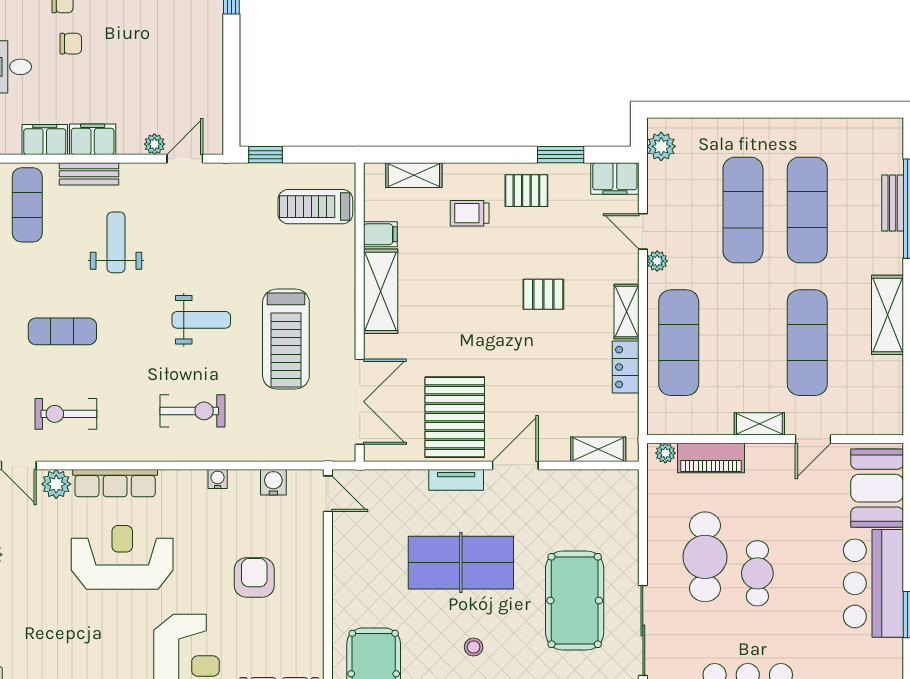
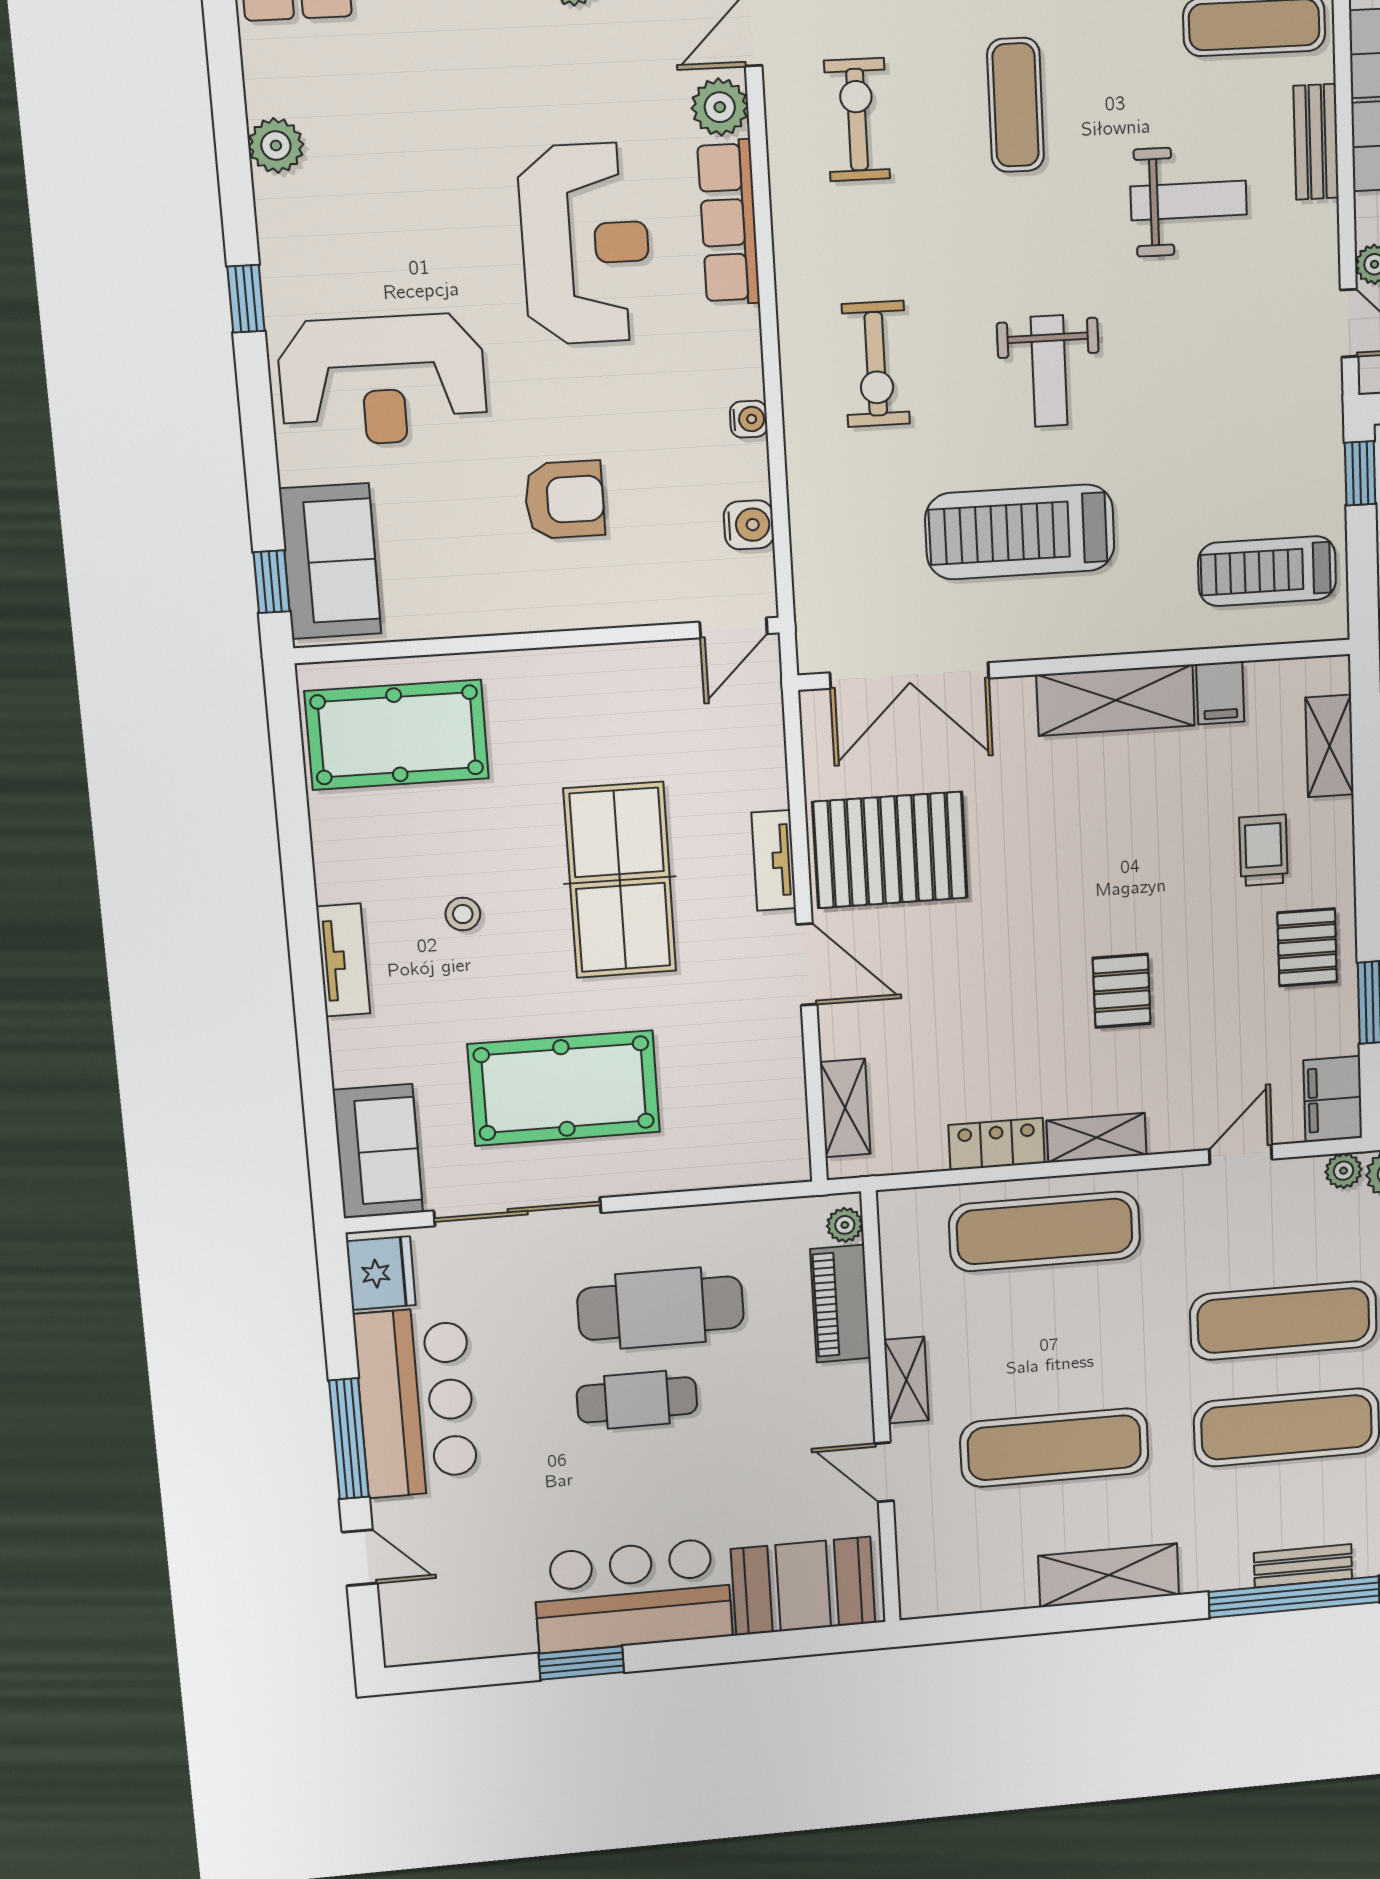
treadmill: (315, 207) -> (1267, 571), turned -90
plant: (657, 261) -> (1344, 1171), moved

